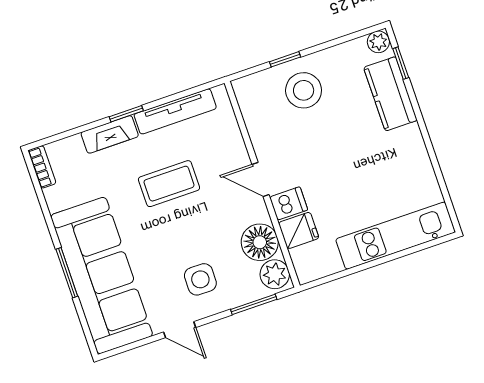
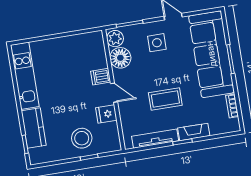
plant: (378, 42) -> (36, 158), removed
bookcase: (42, 167) -> (232, 106), moved
fridge: (299, 230) -> (106, 114), moved
kitchen unit: (396, 236) -> (25, 76), moved, turned -90

